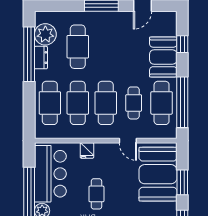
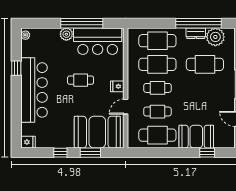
window: (182, 102) -> (158, 153), removed
cafe table: (106, 103) -> (157, 88), width x0.73, depth x0.74
fridge: (87, 150) -> (117, 86), moved

